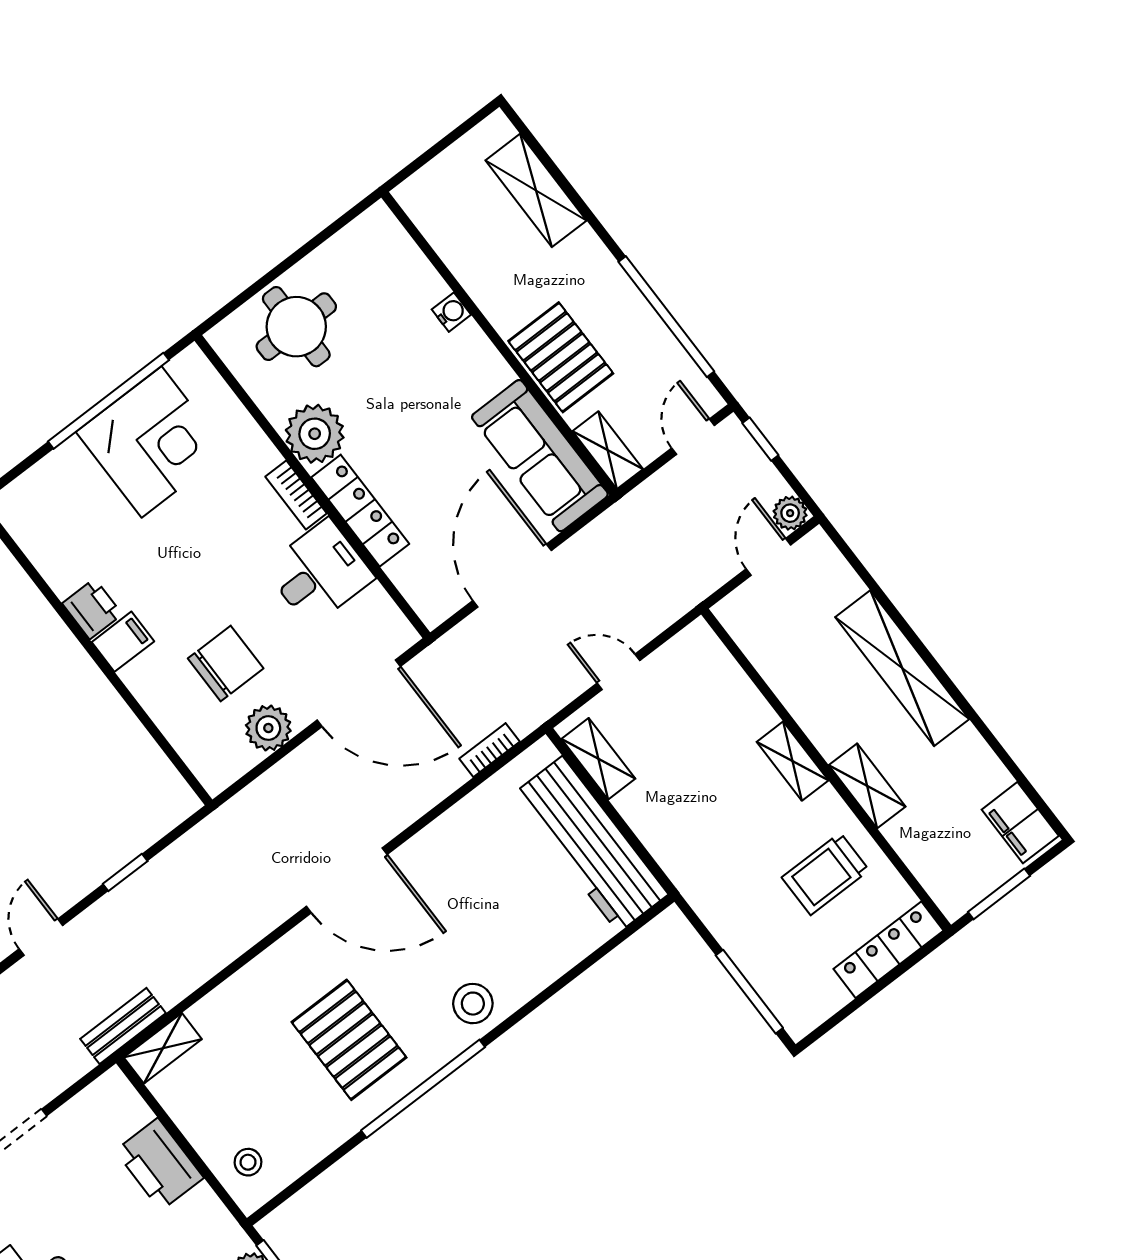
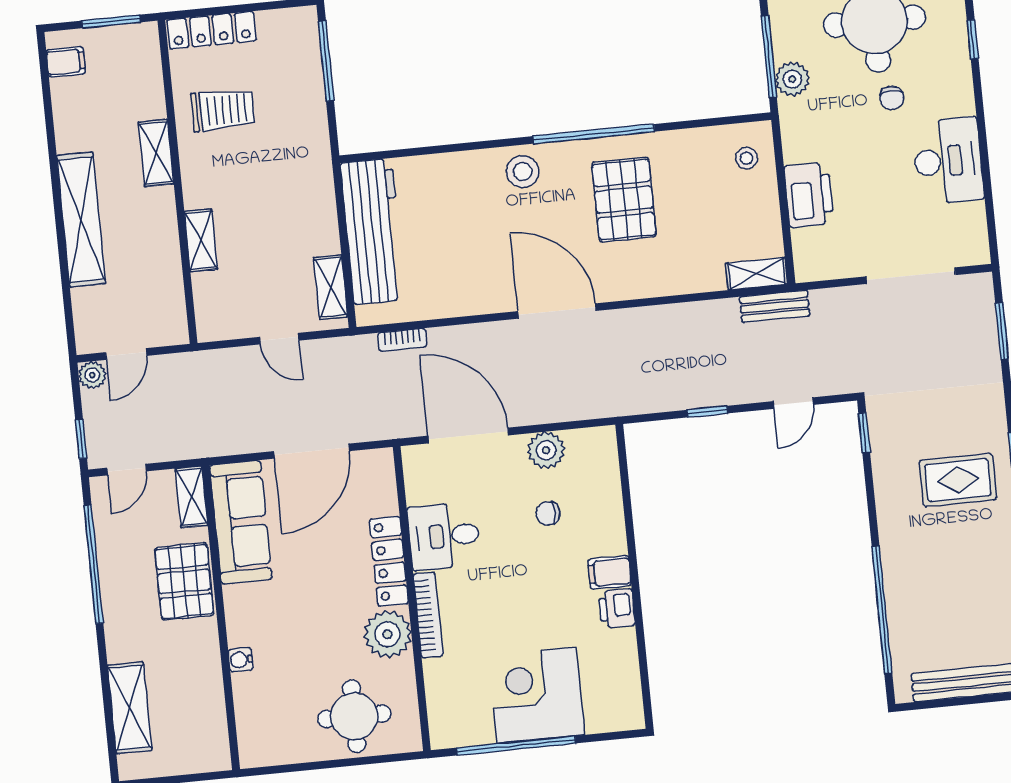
corner desk: (152, 442) -> (537, 695), moved
bookcase: (296, 495) -> (428, 615), width x1.56
chair: (226, 663) -> (548, 513), width x0.54, depth x0.54
shelving: (793, 761) -> (201, 240), moved
filing cabinet: (1020, 823) -> (66, 62), width x0.50

